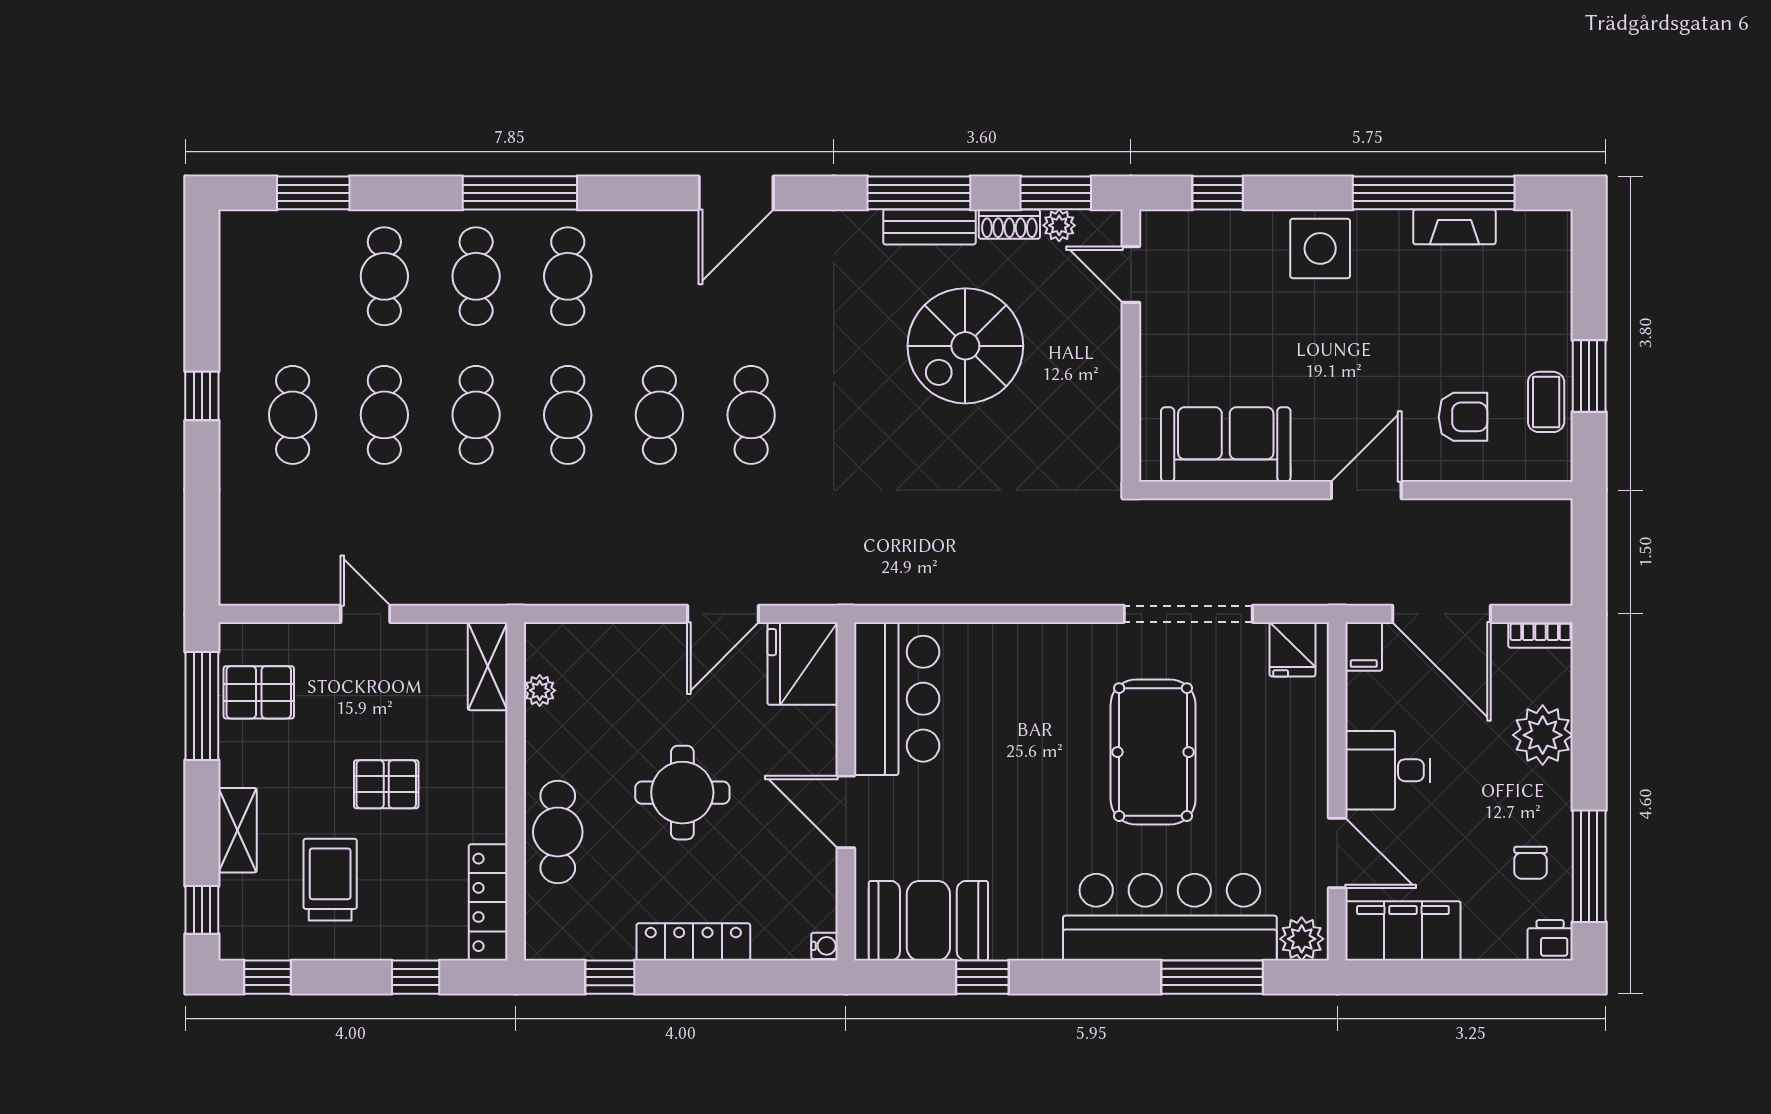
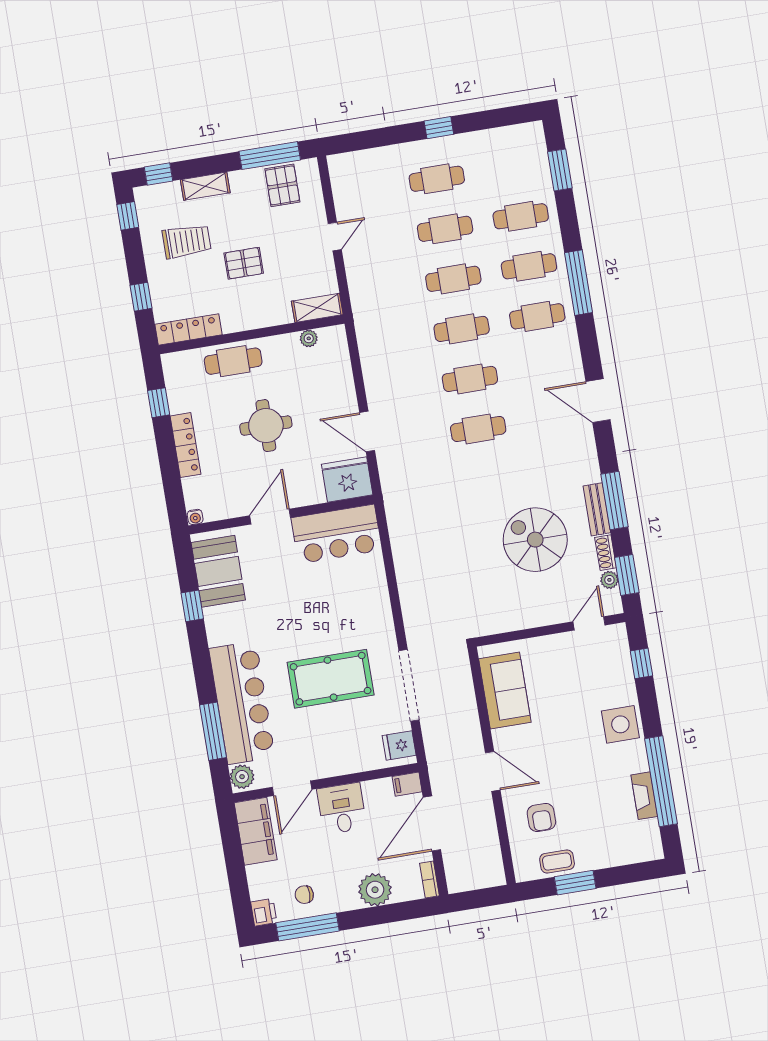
pallet: (386, 784) -> (244, 263), turned 90

